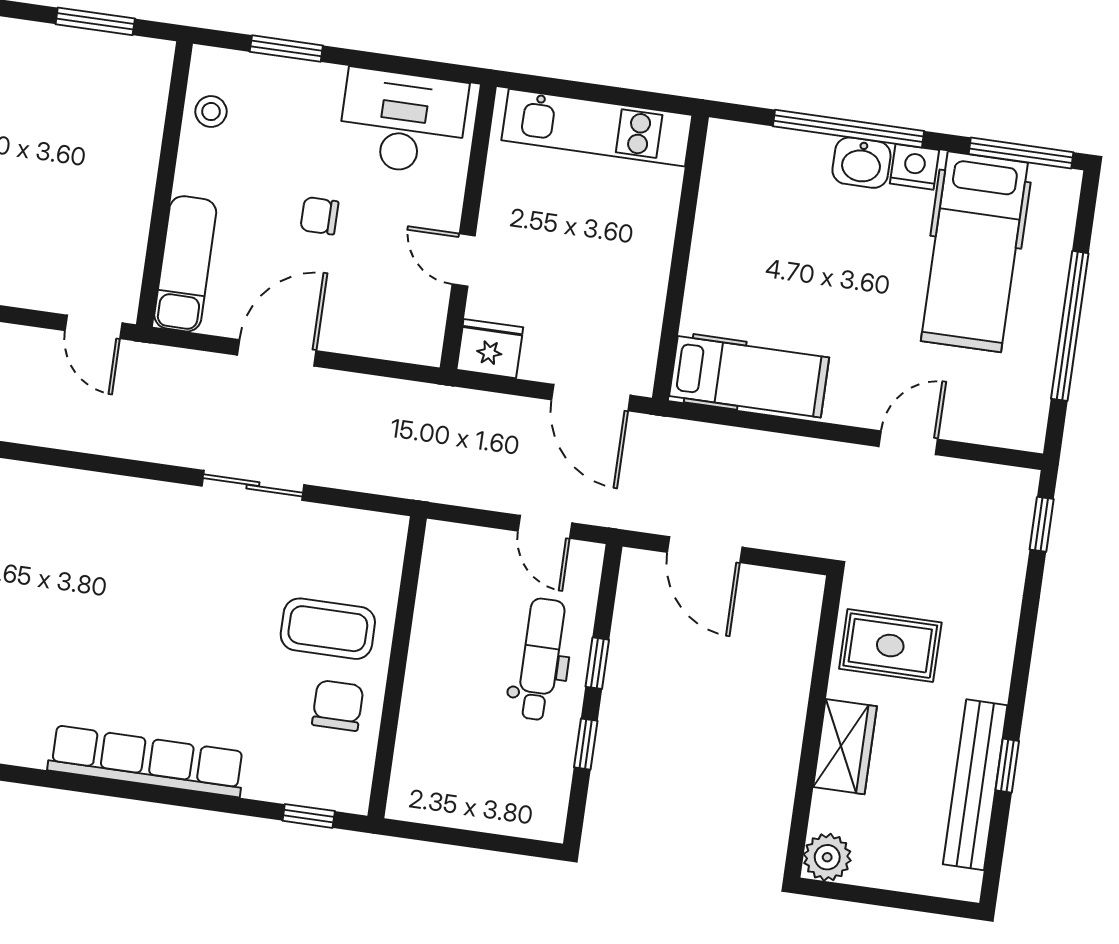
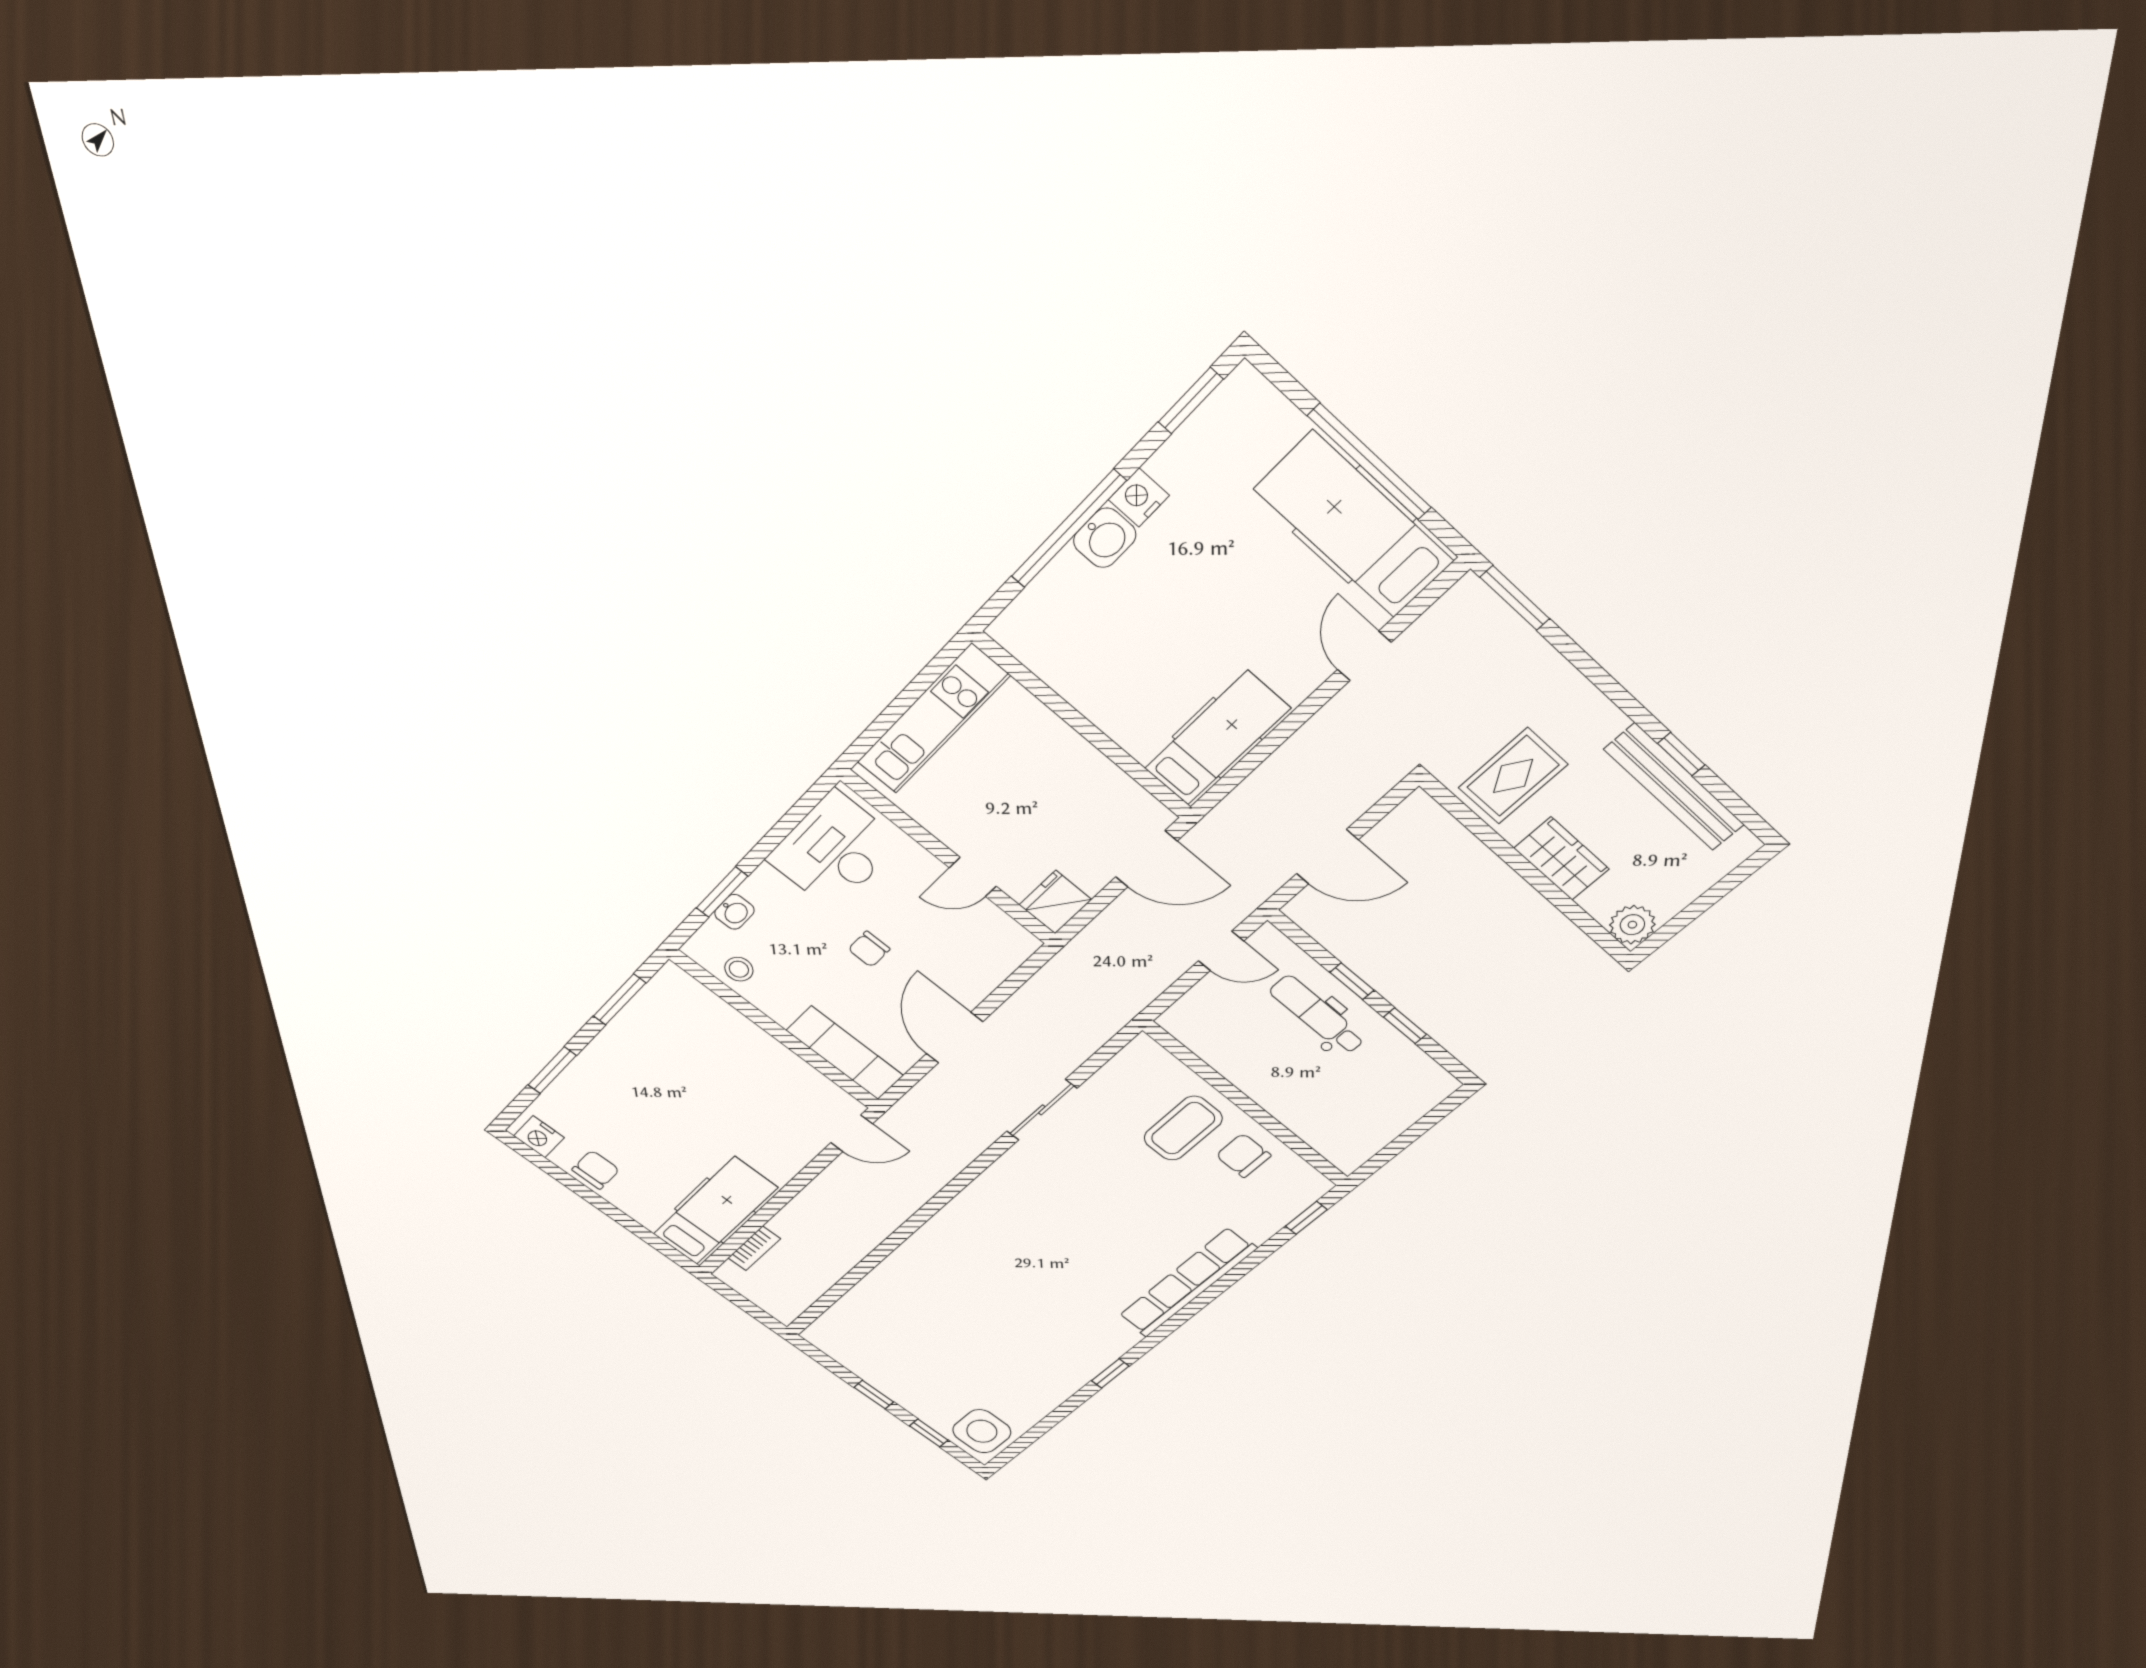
washbasin: (273, 72) -> (734, 912), added
window: (1021, 153) -> (1191, 401), width x0.69
hospital bed: (974, 252) -> (1354, 525), moved, turned 180
window: (1042, 524) -> (1515, 598), width x1.50

